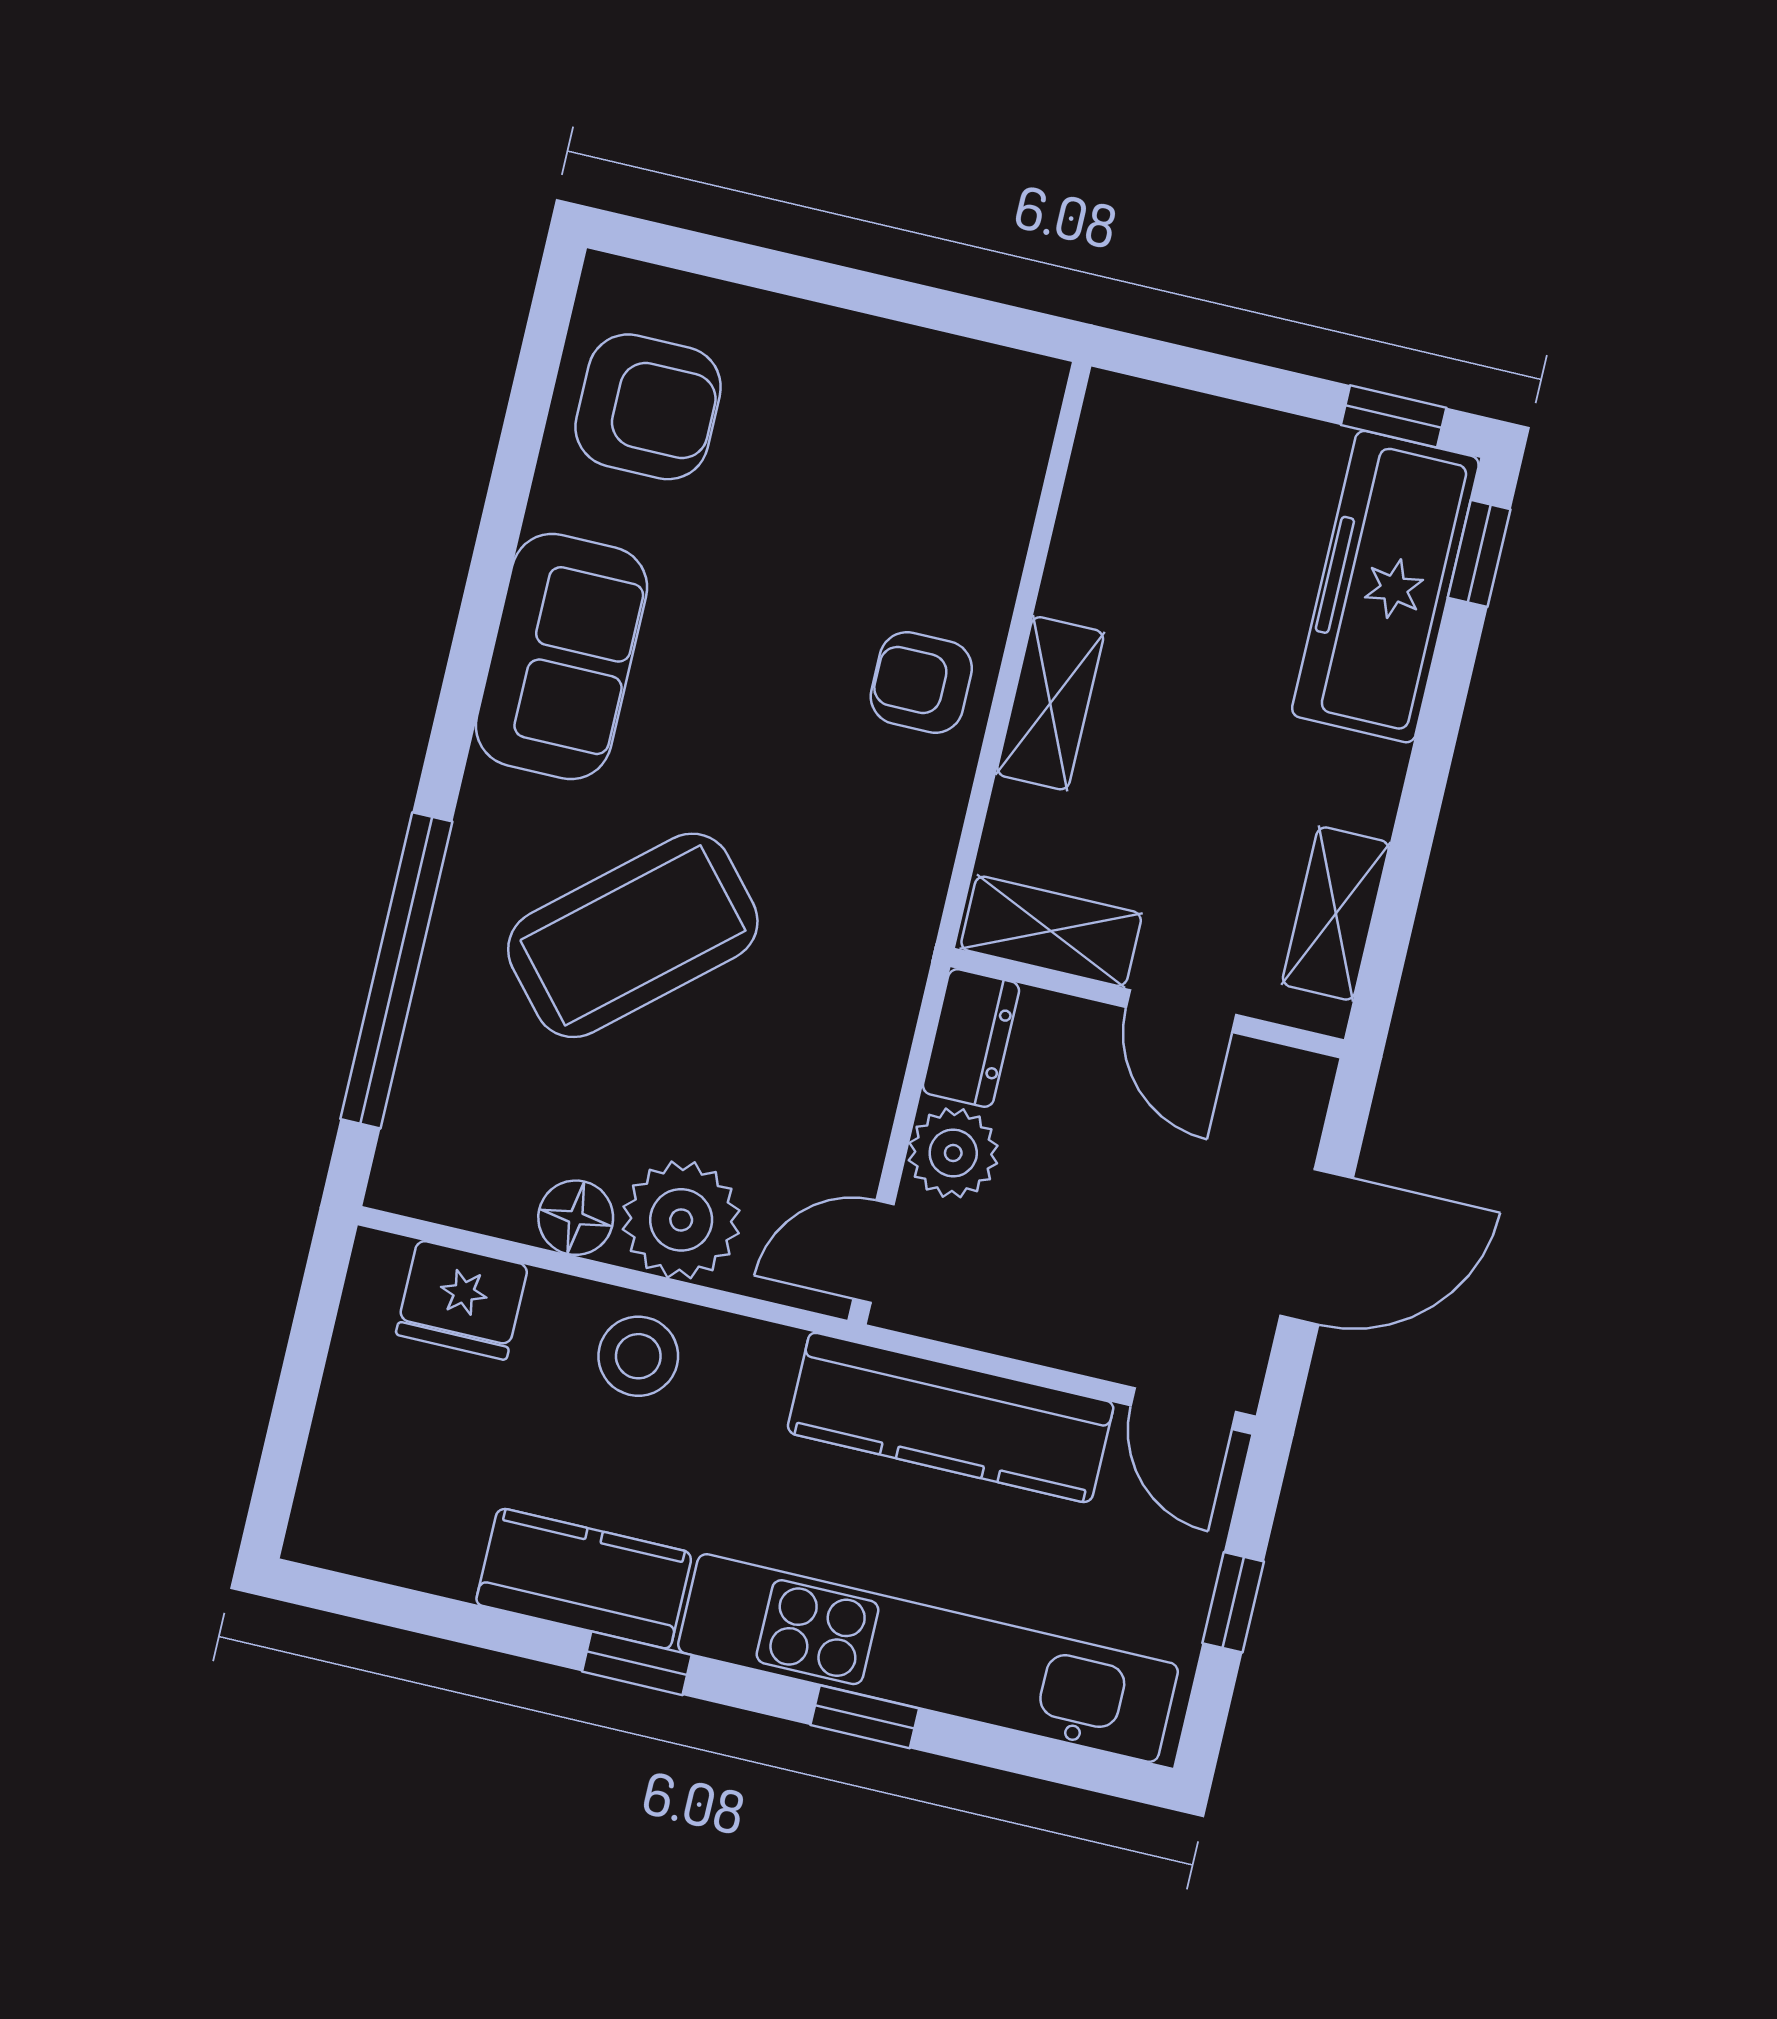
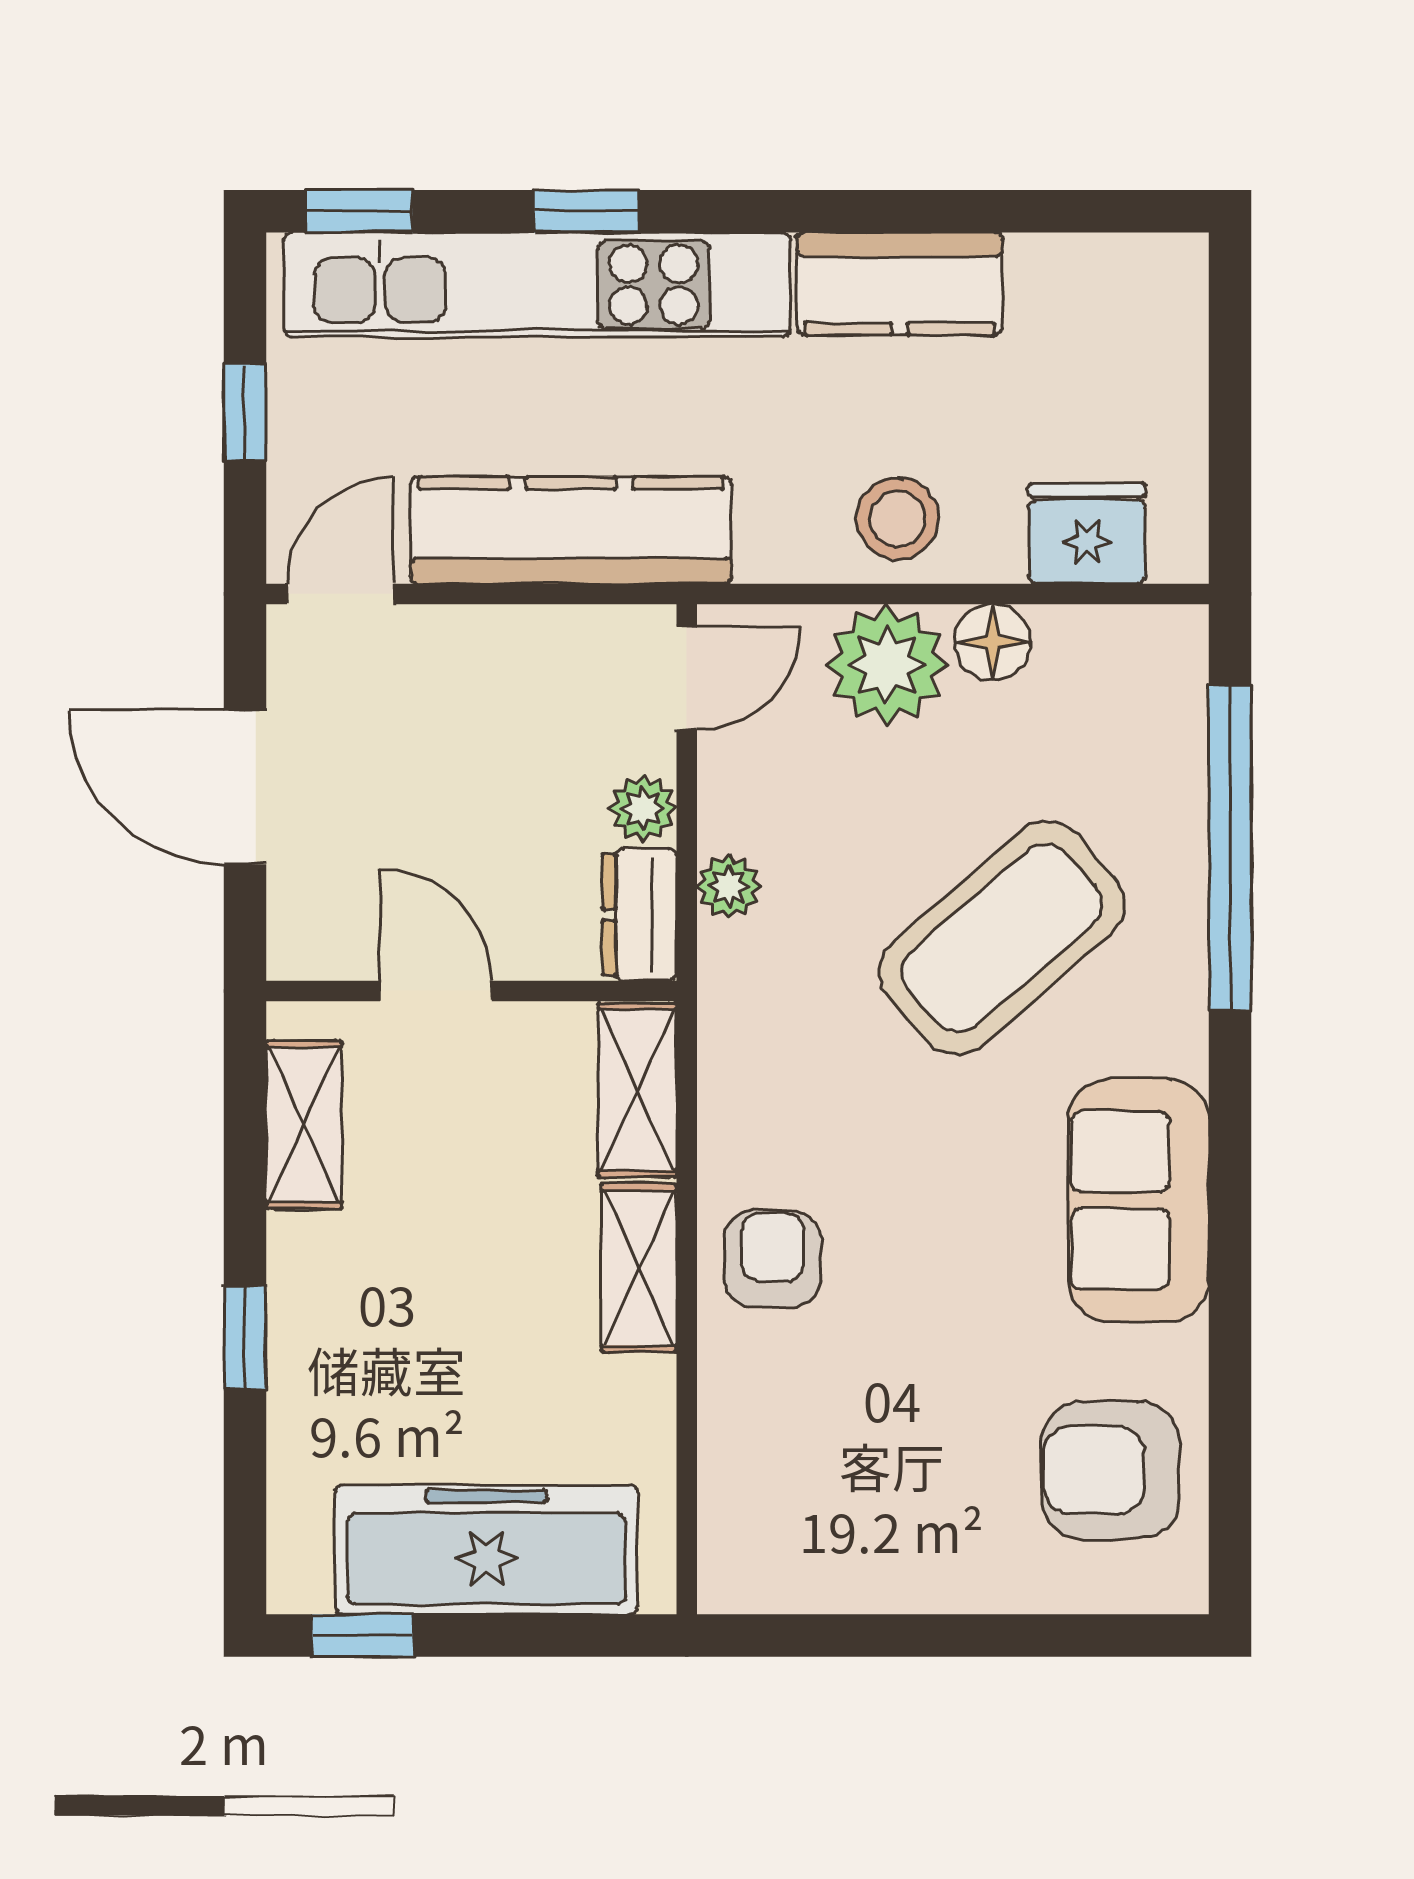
window: (1479, 553) -> (245, 1337), moved
freezer: (1385, 587) -> (486, 1550), moved, turned -90
armchair: (921, 682) -> (773, 1259), turned -90
shelving: (1051, 931) -> (637, 1090), moved, turned 90
plant: (880, 1045) -> (729, 887), added
plant: (953, 1153) -> (643, 808), width x0.73, depth x0.73
door: (1317, 1247) -> (245, 787), hinge flipped
door: (1183, 1409) -> (340, 594), hinge flipped
window: (637, 1663) -> (359, 211), moved

